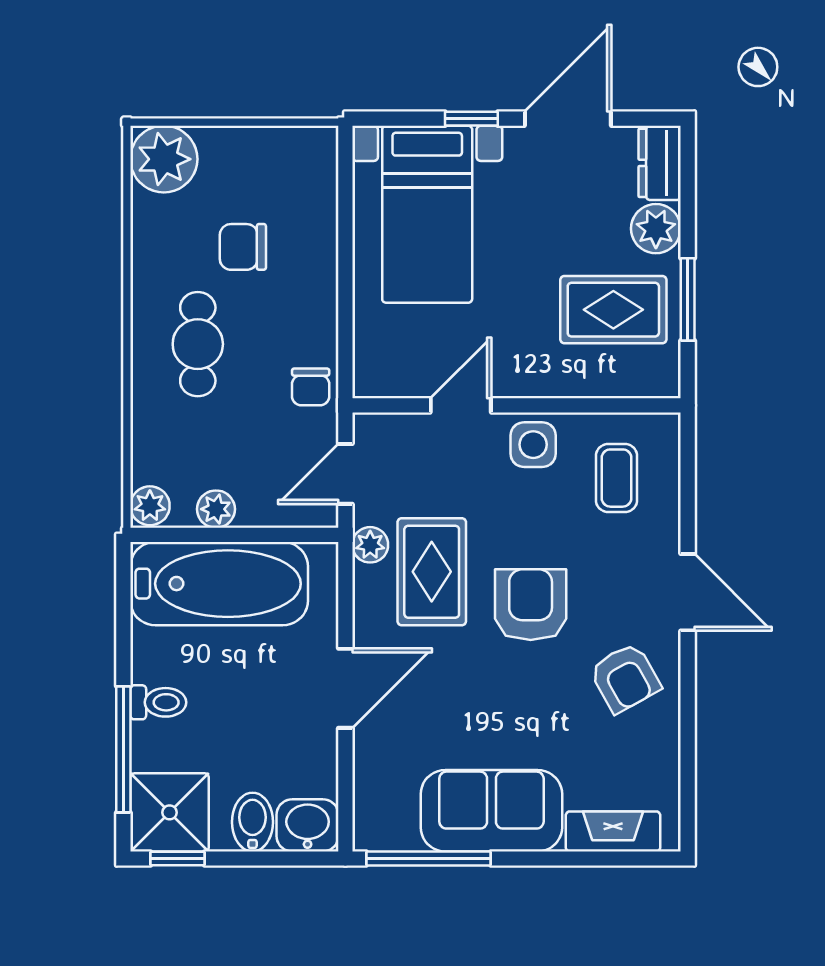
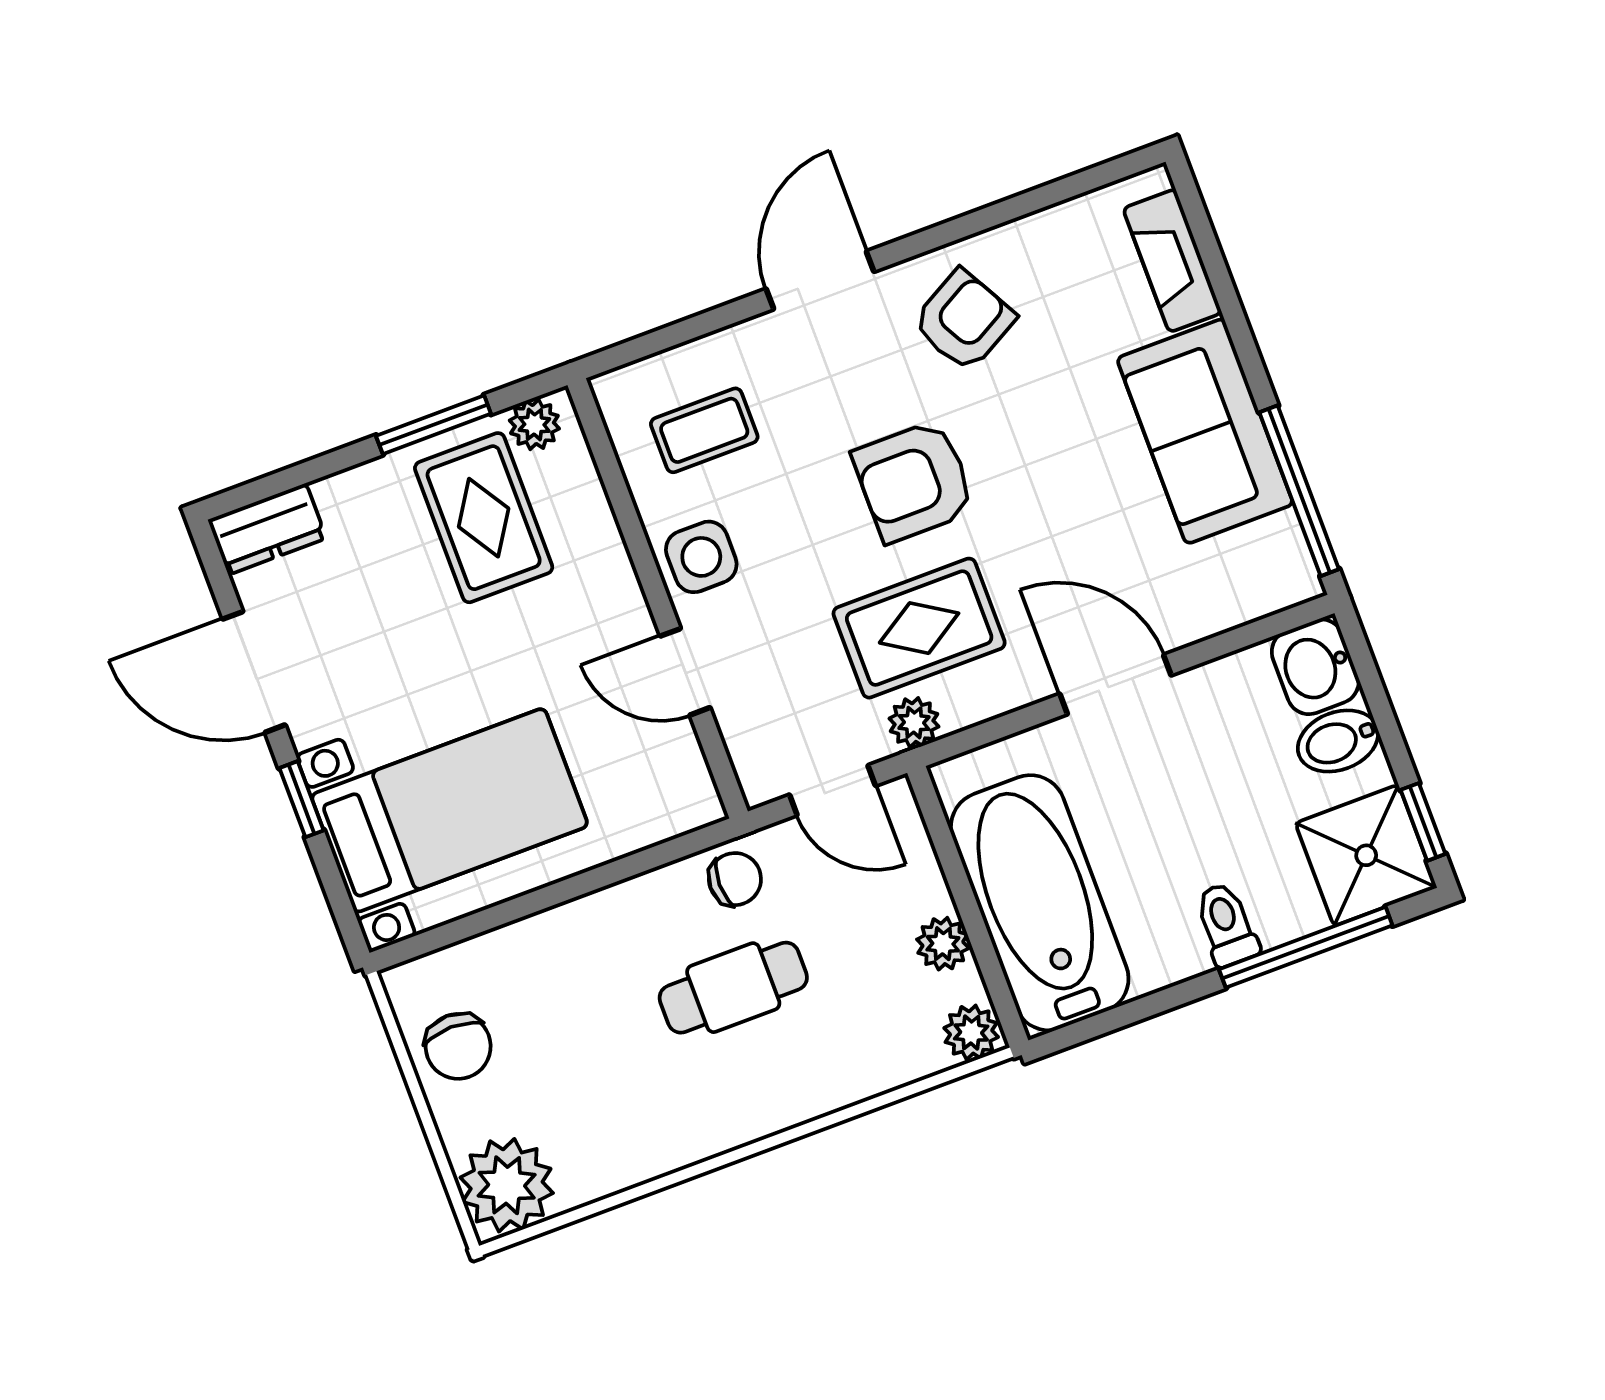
plant: (656, 229) -> (534, 424), moved, width x0.73, depth x0.73
chair: (243, 247) -> (458, 1046), moved
cafe table: (198, 344) -> (733, 988), moved

